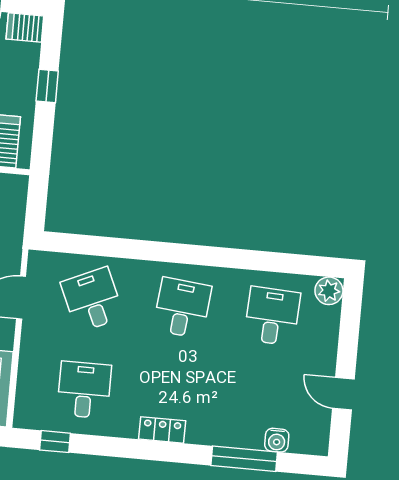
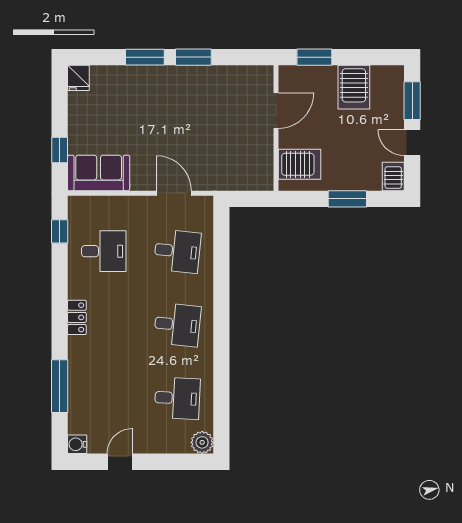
window: (47, 86) -> (347, 199), width x1.50
desk: (92, 300) -> (177, 251), turned 30
water cooler: (277, 440) -> (77, 444), moved

